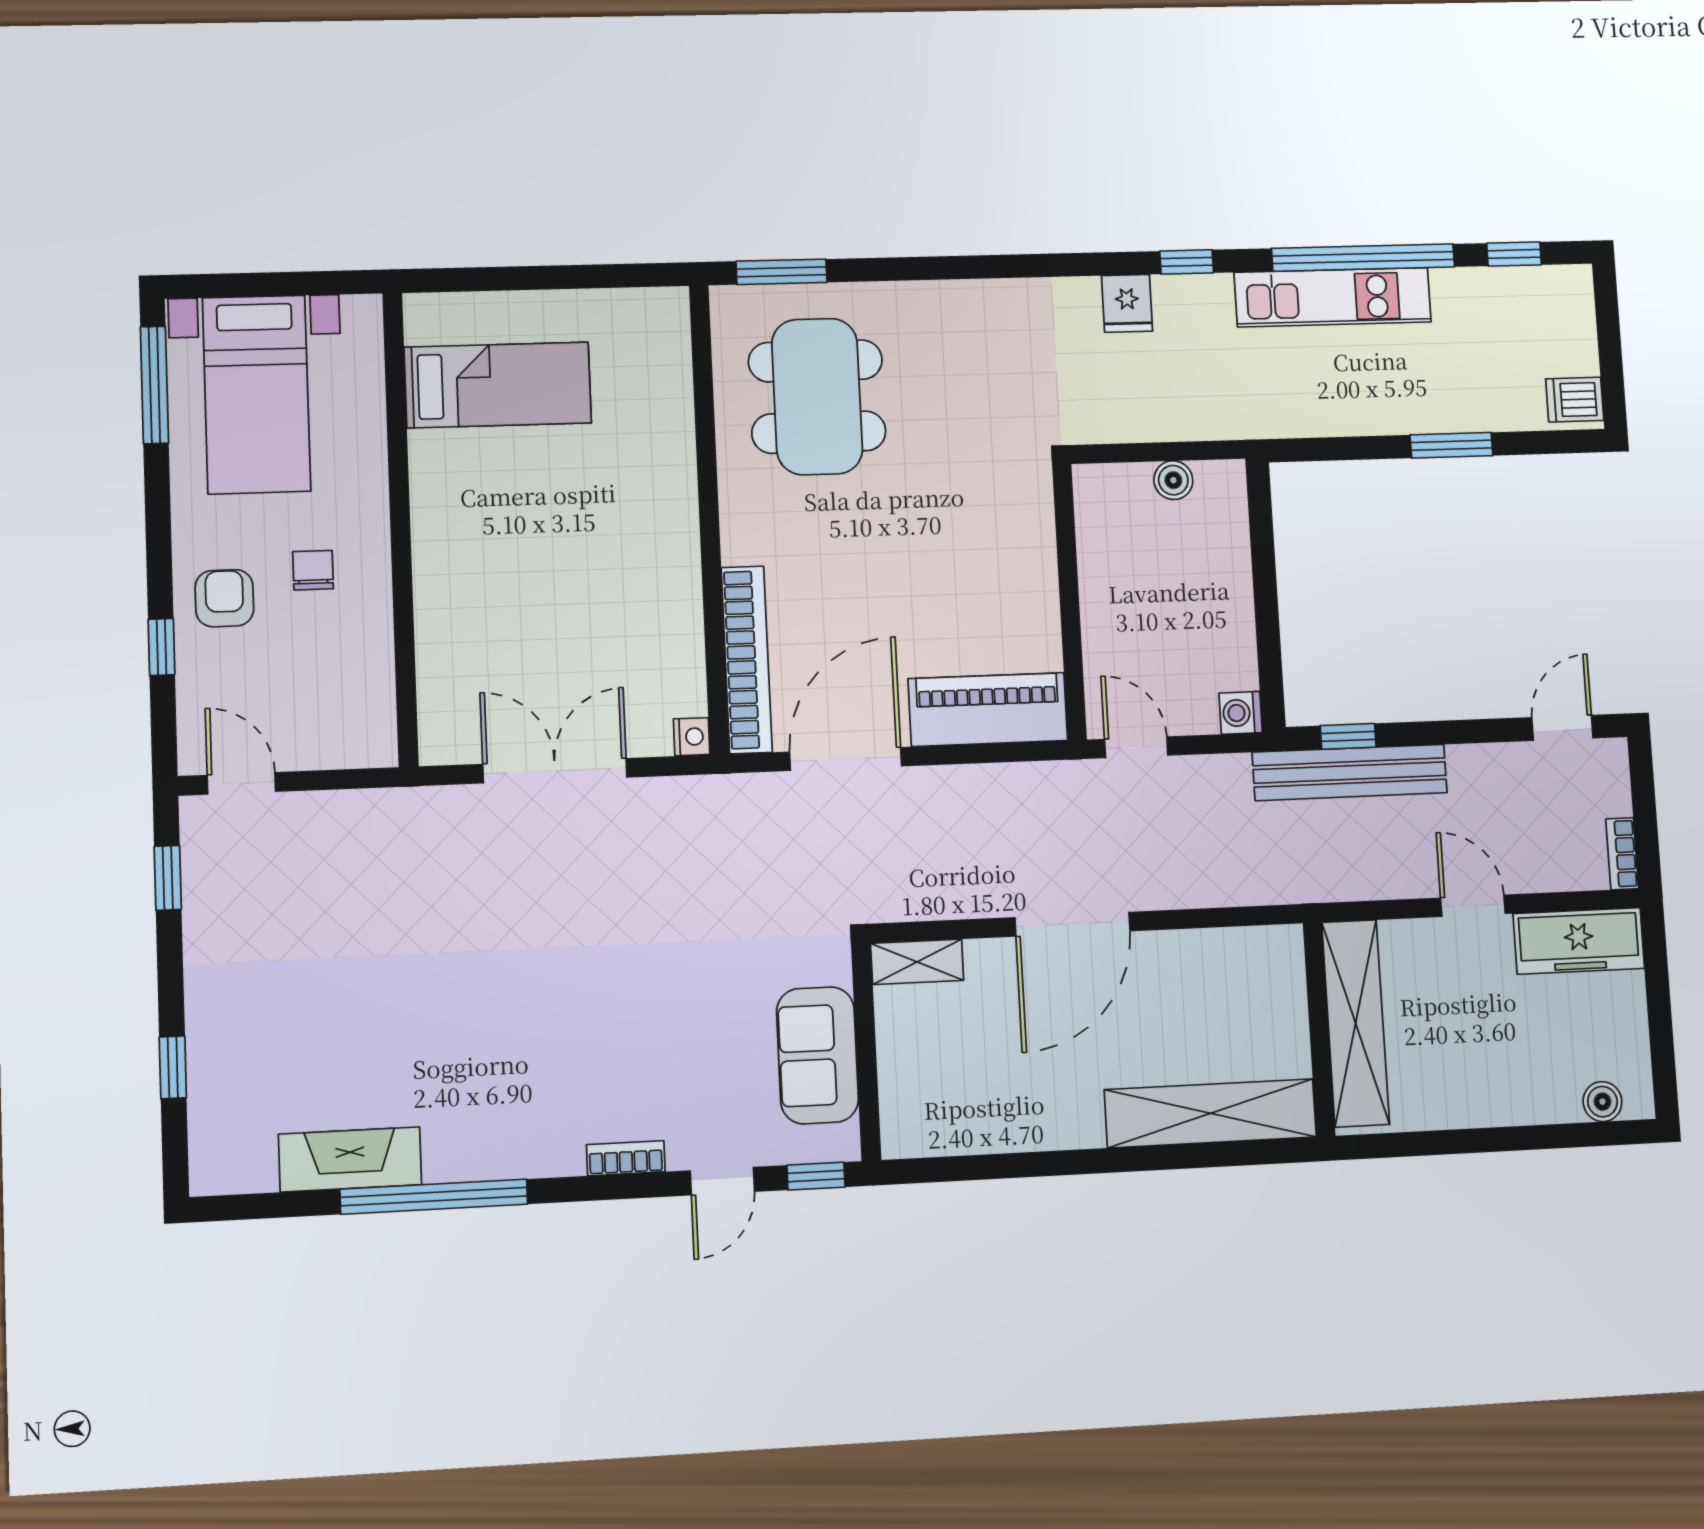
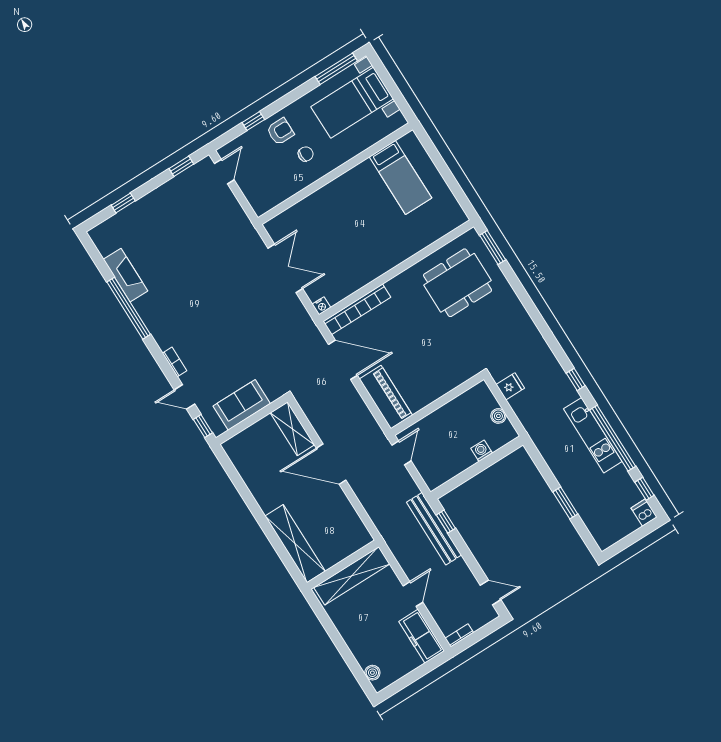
fridge: (1127, 303) -> (510, 386), moved, turned 180
dishwasher: (1575, 400) -> (644, 513), moved
washing machine: (1241, 713) -> (482, 451), moved
shelving: (917, 962) -> (292, 429), width x1.50, depth x1.33

